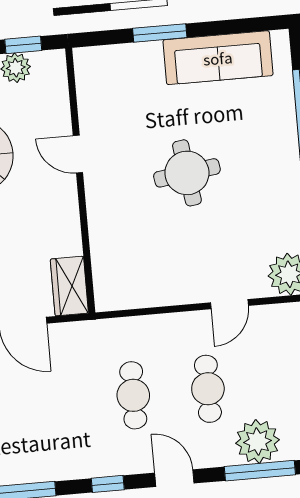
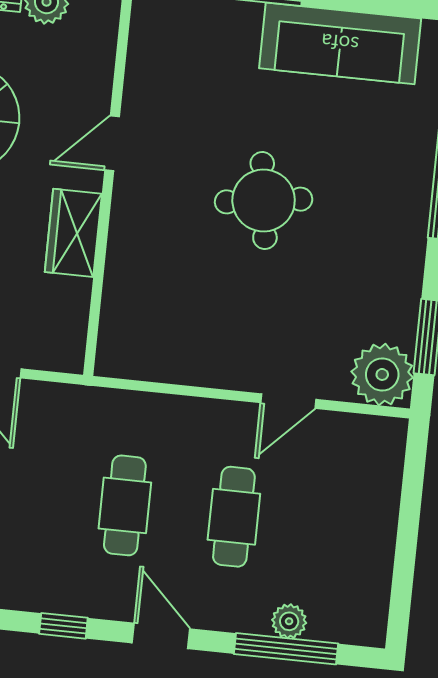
door: (78, 154) -> (112, 143), hinge flipped
wardrobe: (69, 286) -> (73, 233), moved
plant: (257, 441) -> (289, 621), width x0.53, depth x0.53

